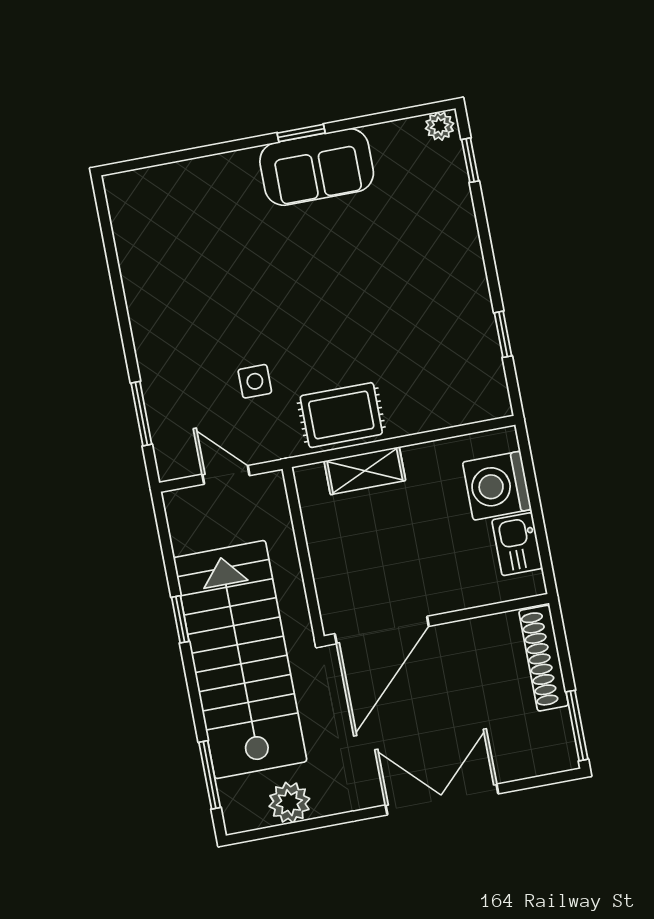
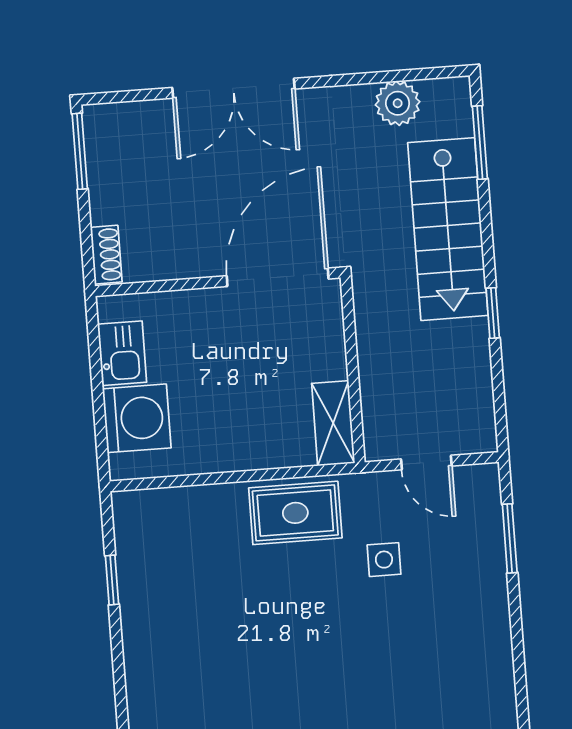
shelving: (365, 471) -> (333, 423), moved, turned 90
shoe rack: (544, 658) -> (106, 255), width x0.51, depth x0.81
stairs: (240, 660) -> (448, 229), width x0.73, depth x0.66

